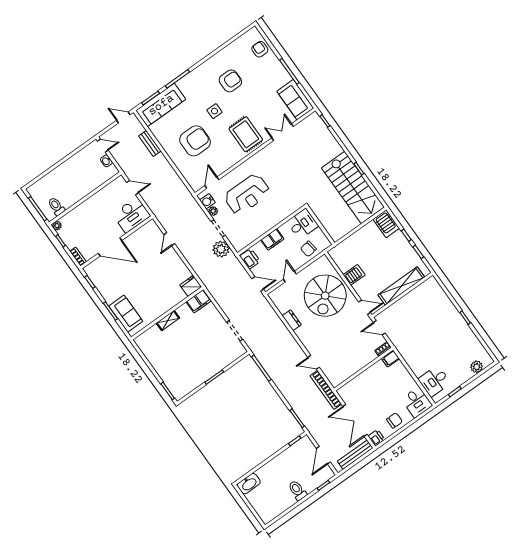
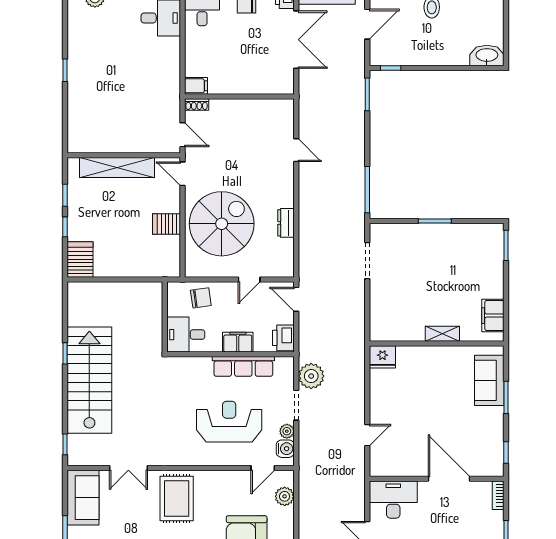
plant: (190, 176) -> (285, 496), added
stairs: (353, 187) -> (89, 380), moved
row of seats: (260, 229) -> (243, 366), added
filing cabinet: (199, 301) -> (493, 316), moved, turned -90
bookcase: (326, 390) -> (306, 104), removed

